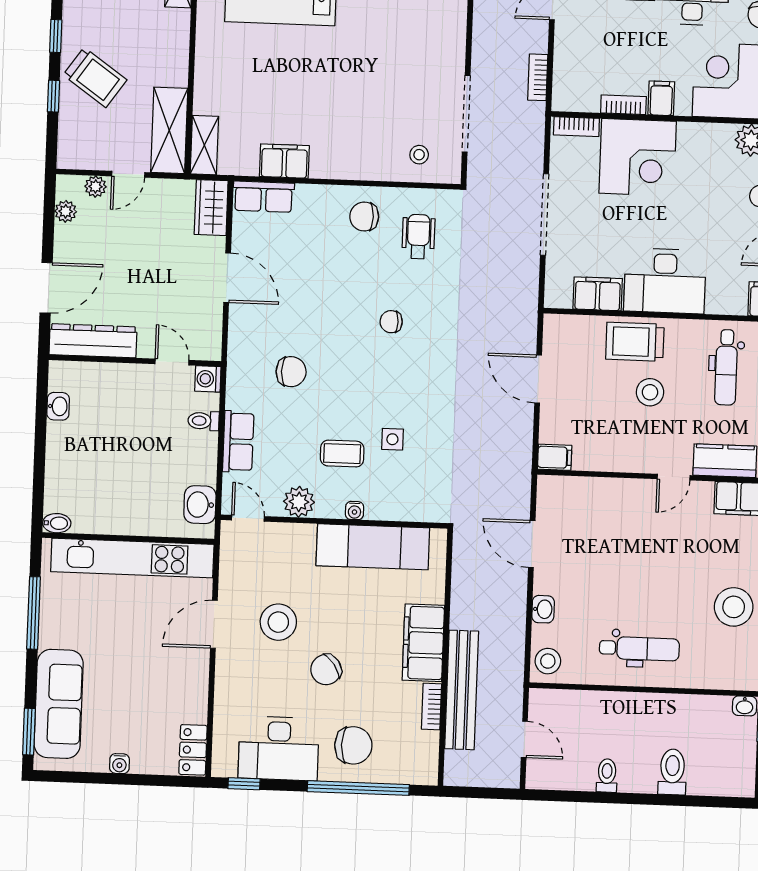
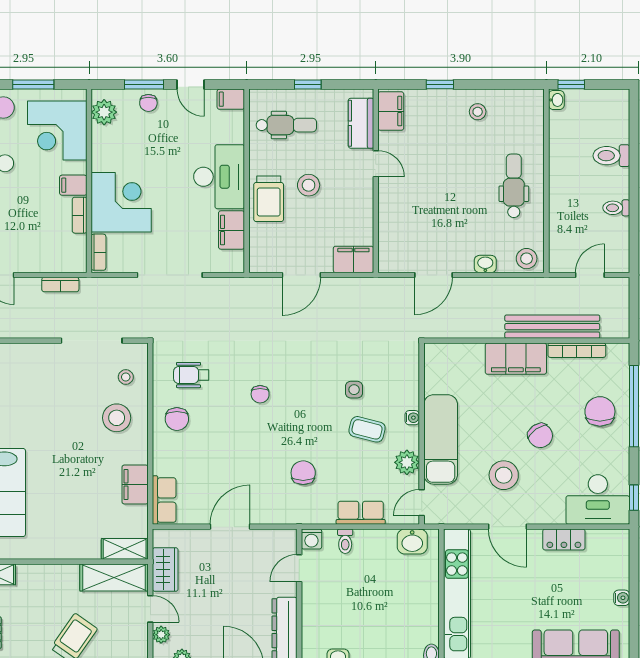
stool: (369, 141) -> (117, 418), added
wardrobe: (211, 208) -> (165, 570), moved, turned -90
coffee table: (342, 454) -> (367, 429), turned -76
filing cabinet: (555, 457) -> (353, 259), width x2.00
exam couch: (373, 547) -> (441, 439), moved
stool: (734, 607) -> (478, 112), width x0.53, depth x0.53
bookcase: (431, 707) -> (577, 350), width x1.56
desk: (279, 748) -> (598, 500), moved, turned 90
locker: (193, 750) -> (564, 539), moved

